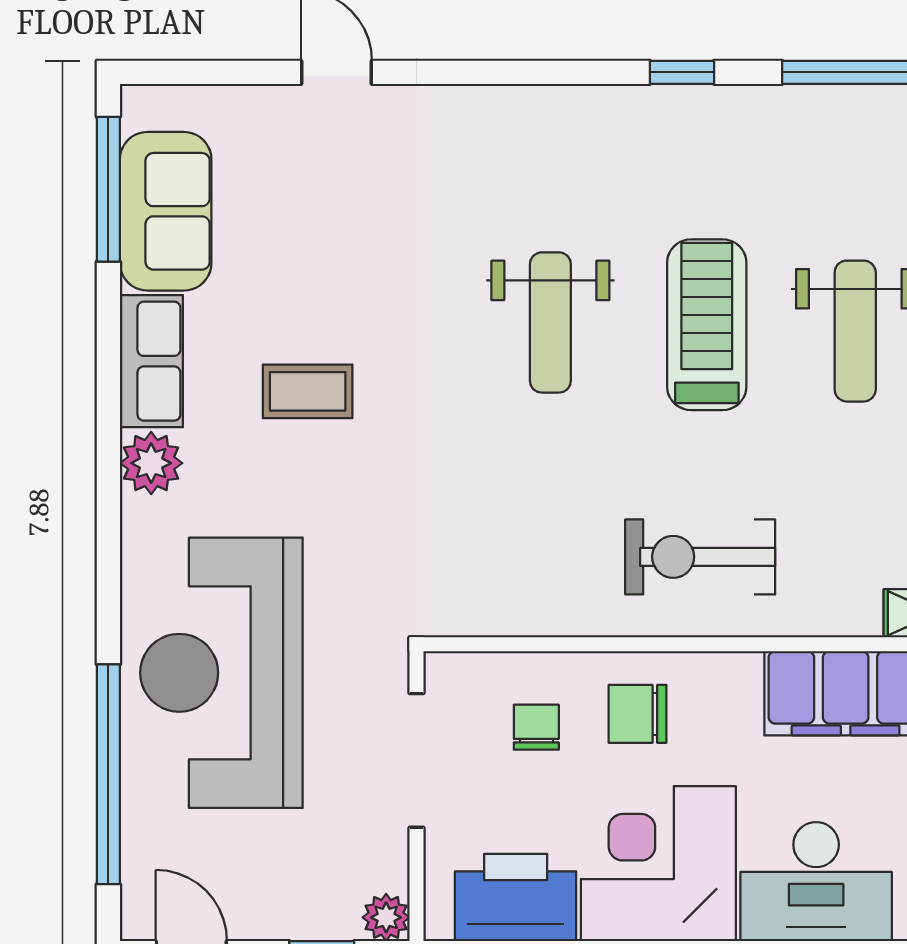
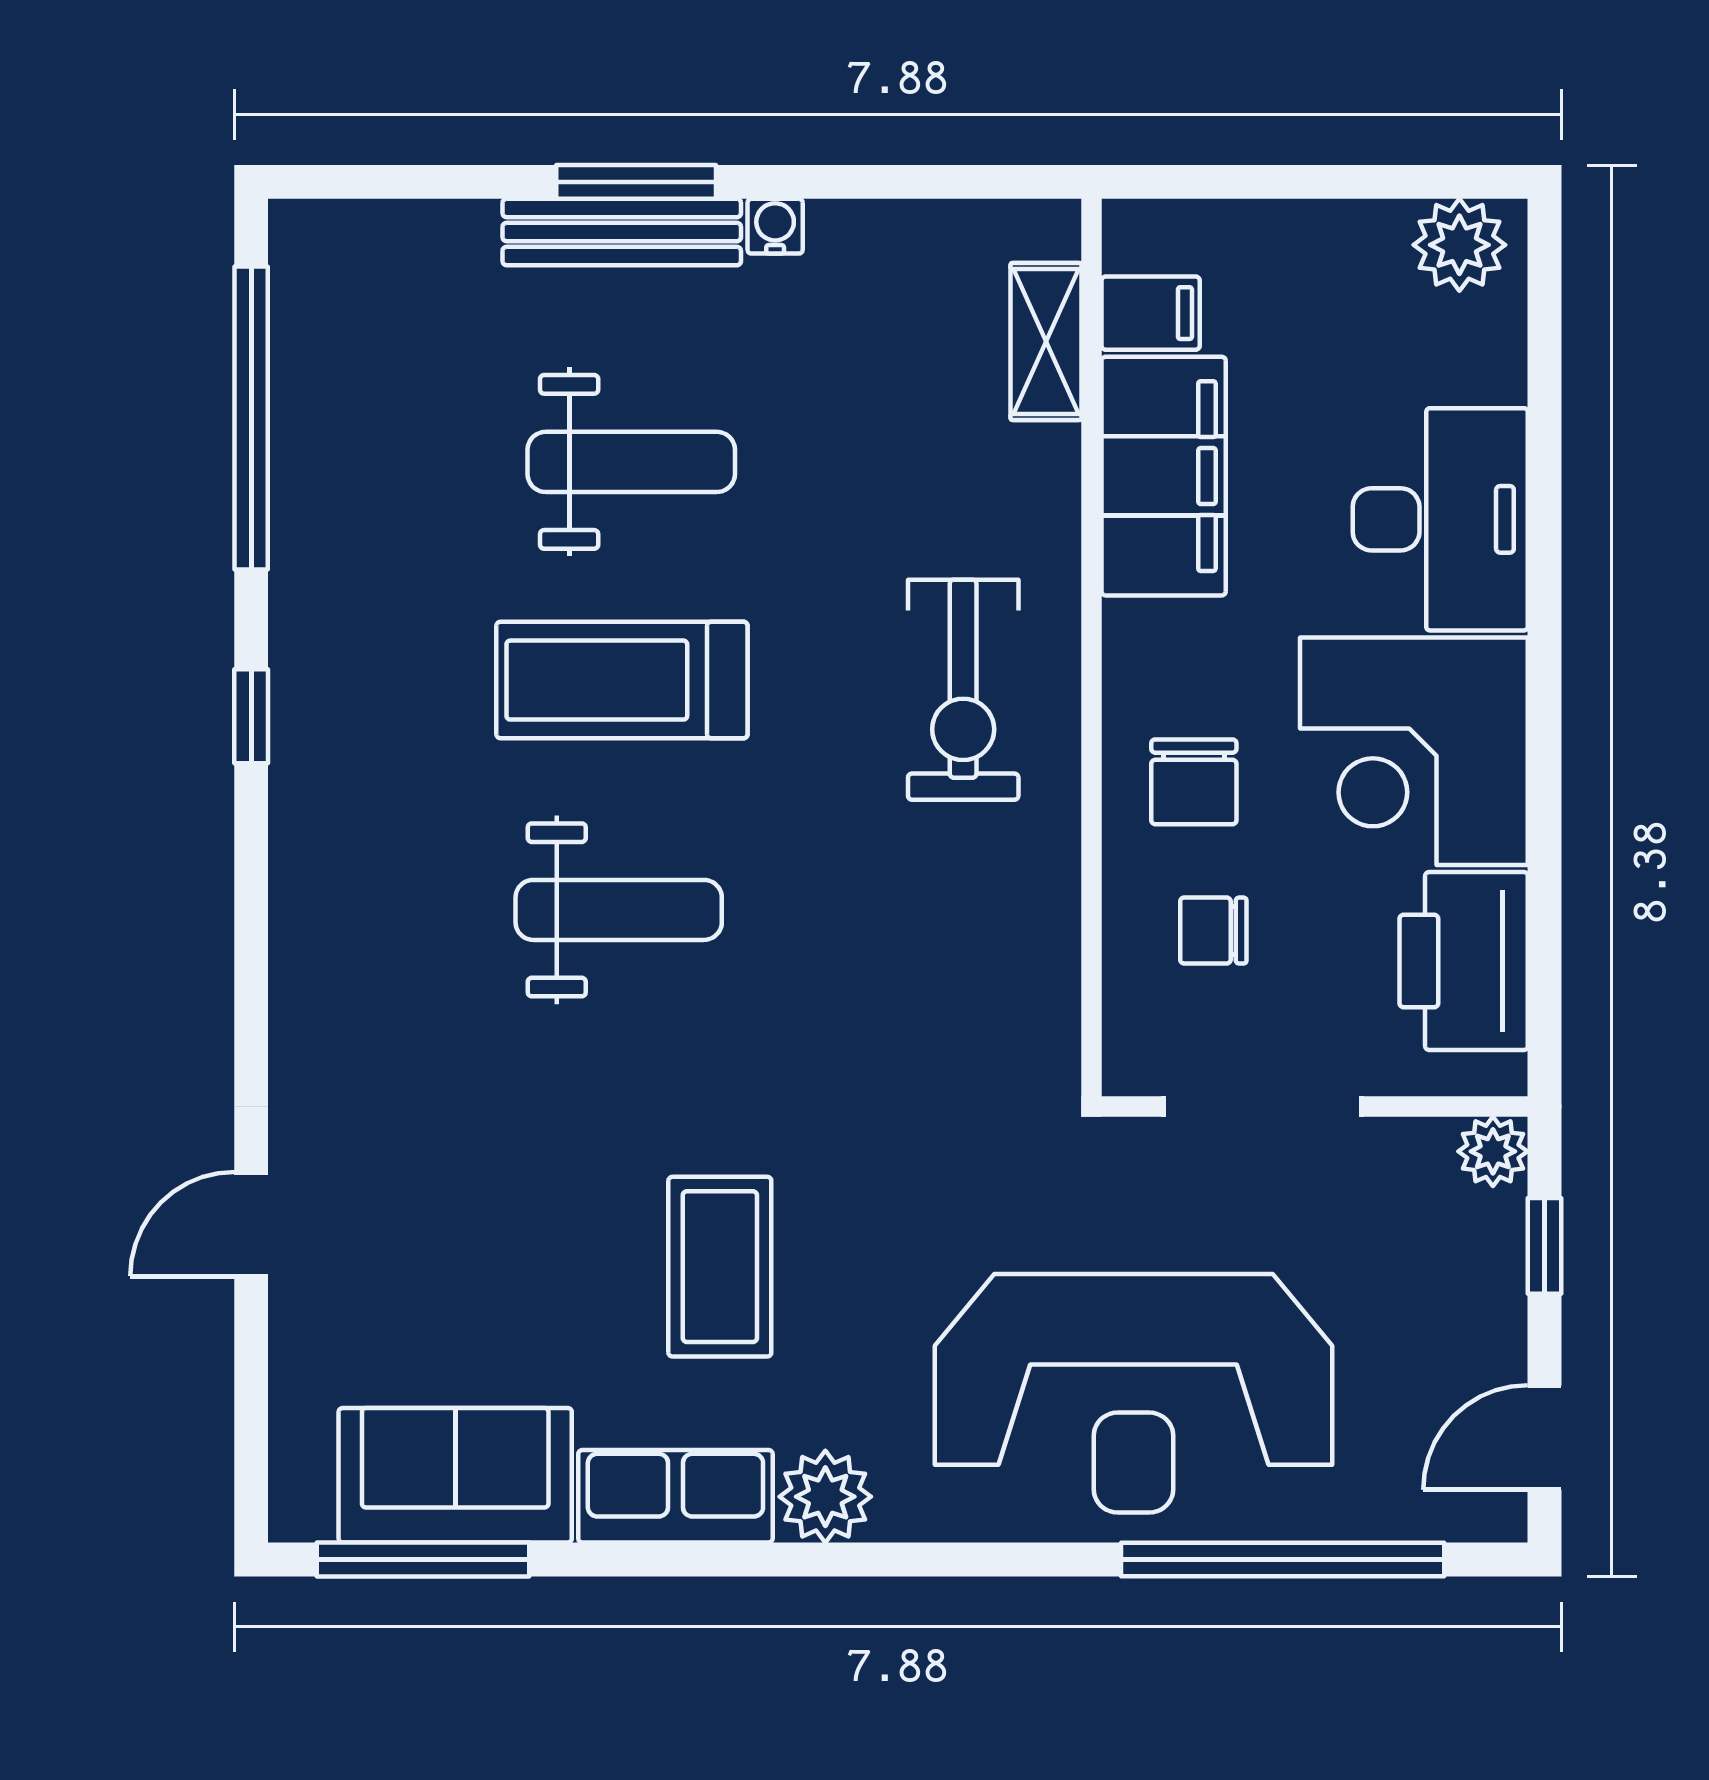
coffee table: (308, 391) -> (720, 1267), width x1.36, depth x1.30

